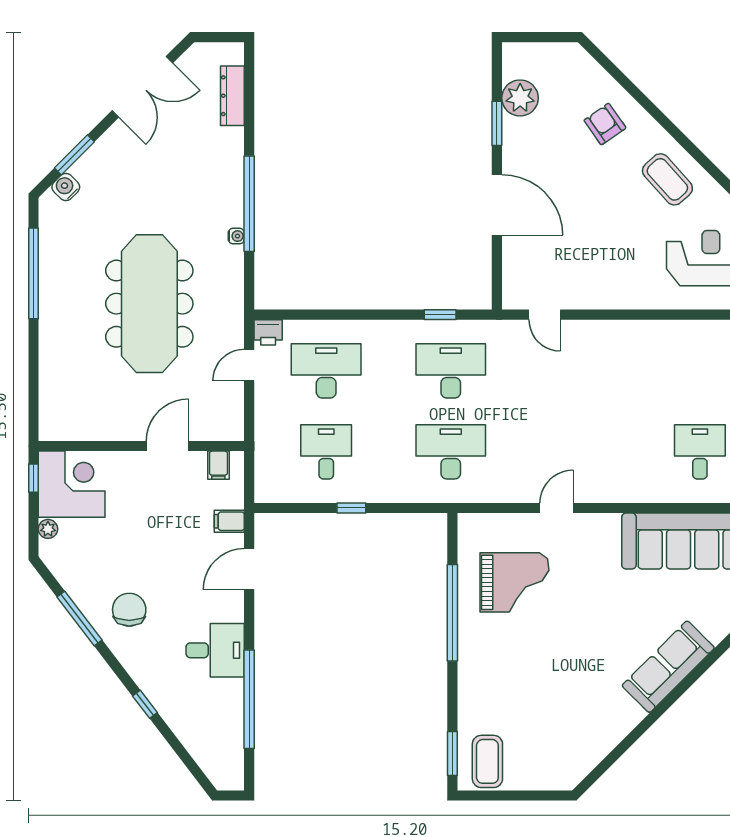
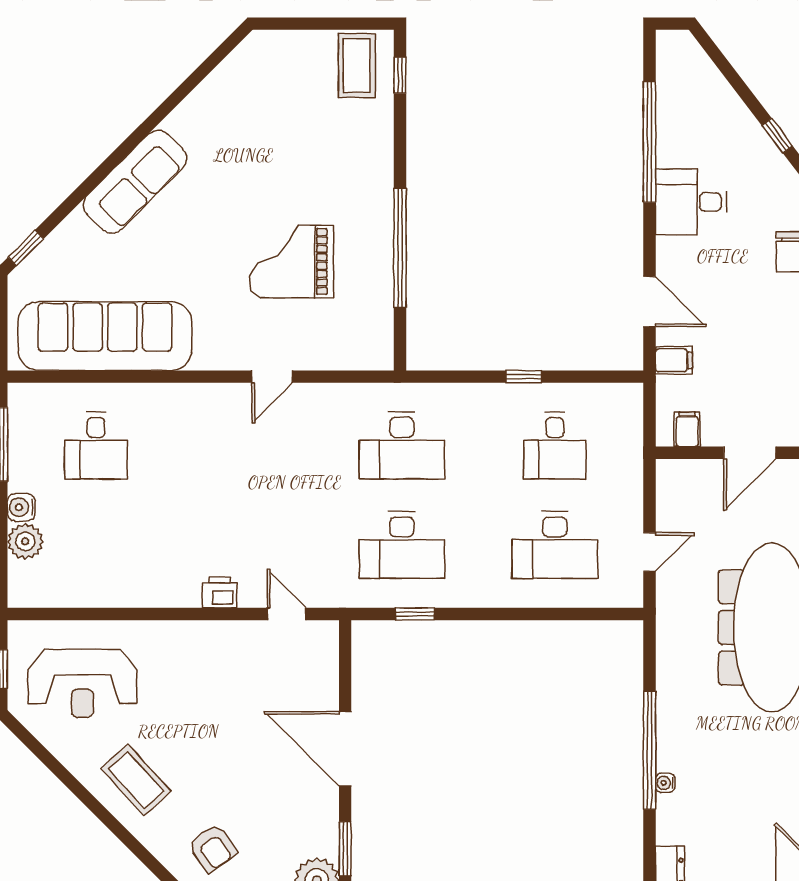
water cooler: (236, 236) -> (665, 783), moved
printer: (268, 332) -> (220, 592), moved
door: (249, 569) -> (649, 302), hinge flipped
grand piano: (515, 582) -> (291, 262), moved
window: (452, 754) -> (400, 75), width x0.67

